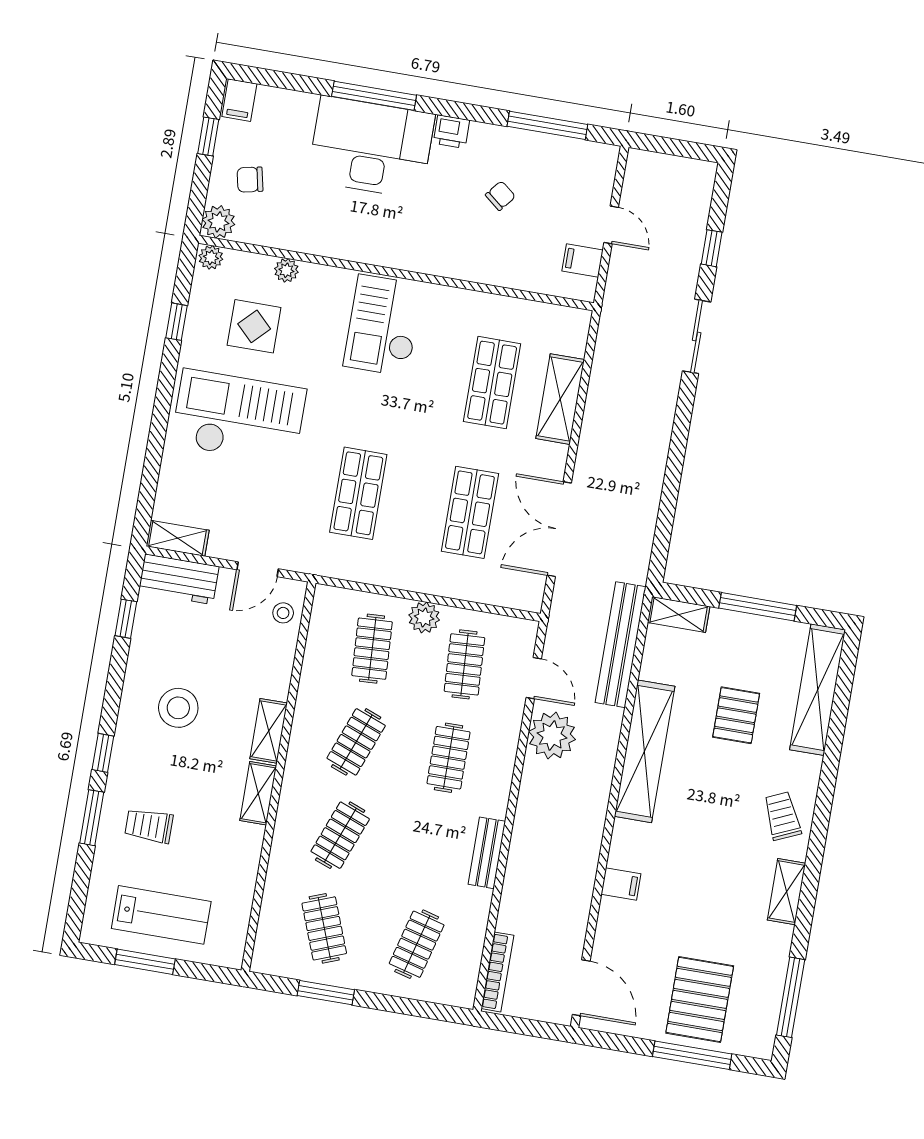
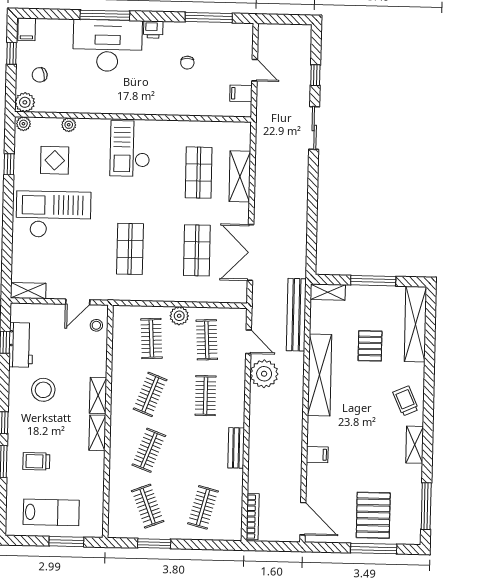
chair: (500, 196) -> (187, 63), turned 141
workbench: (179, 579) -> (21, 345), moved, turned -90
window: (145, 962) -> (66, 542), moved

